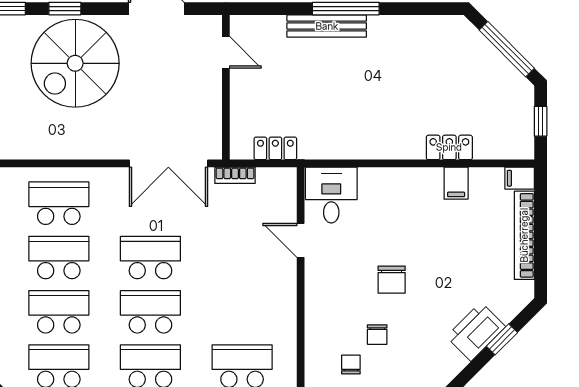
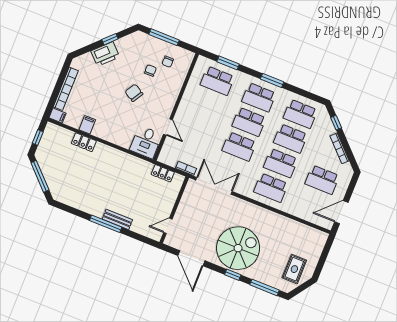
bench: (327, 26) -> (117, 219), width x0.73
door: (226, 52) -> (168, 226), hinge flipped
chair: (392, 280) -> (134, 93), turned -59
window: (502, 339) -> (110, 39), moved

